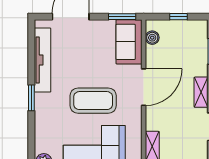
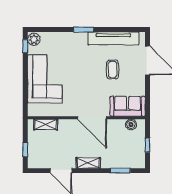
window: (122, 17) -> (147, 101), removed
coffee table: (93, 101) -> (113, 70), moved, width x0.54, depth x0.58

